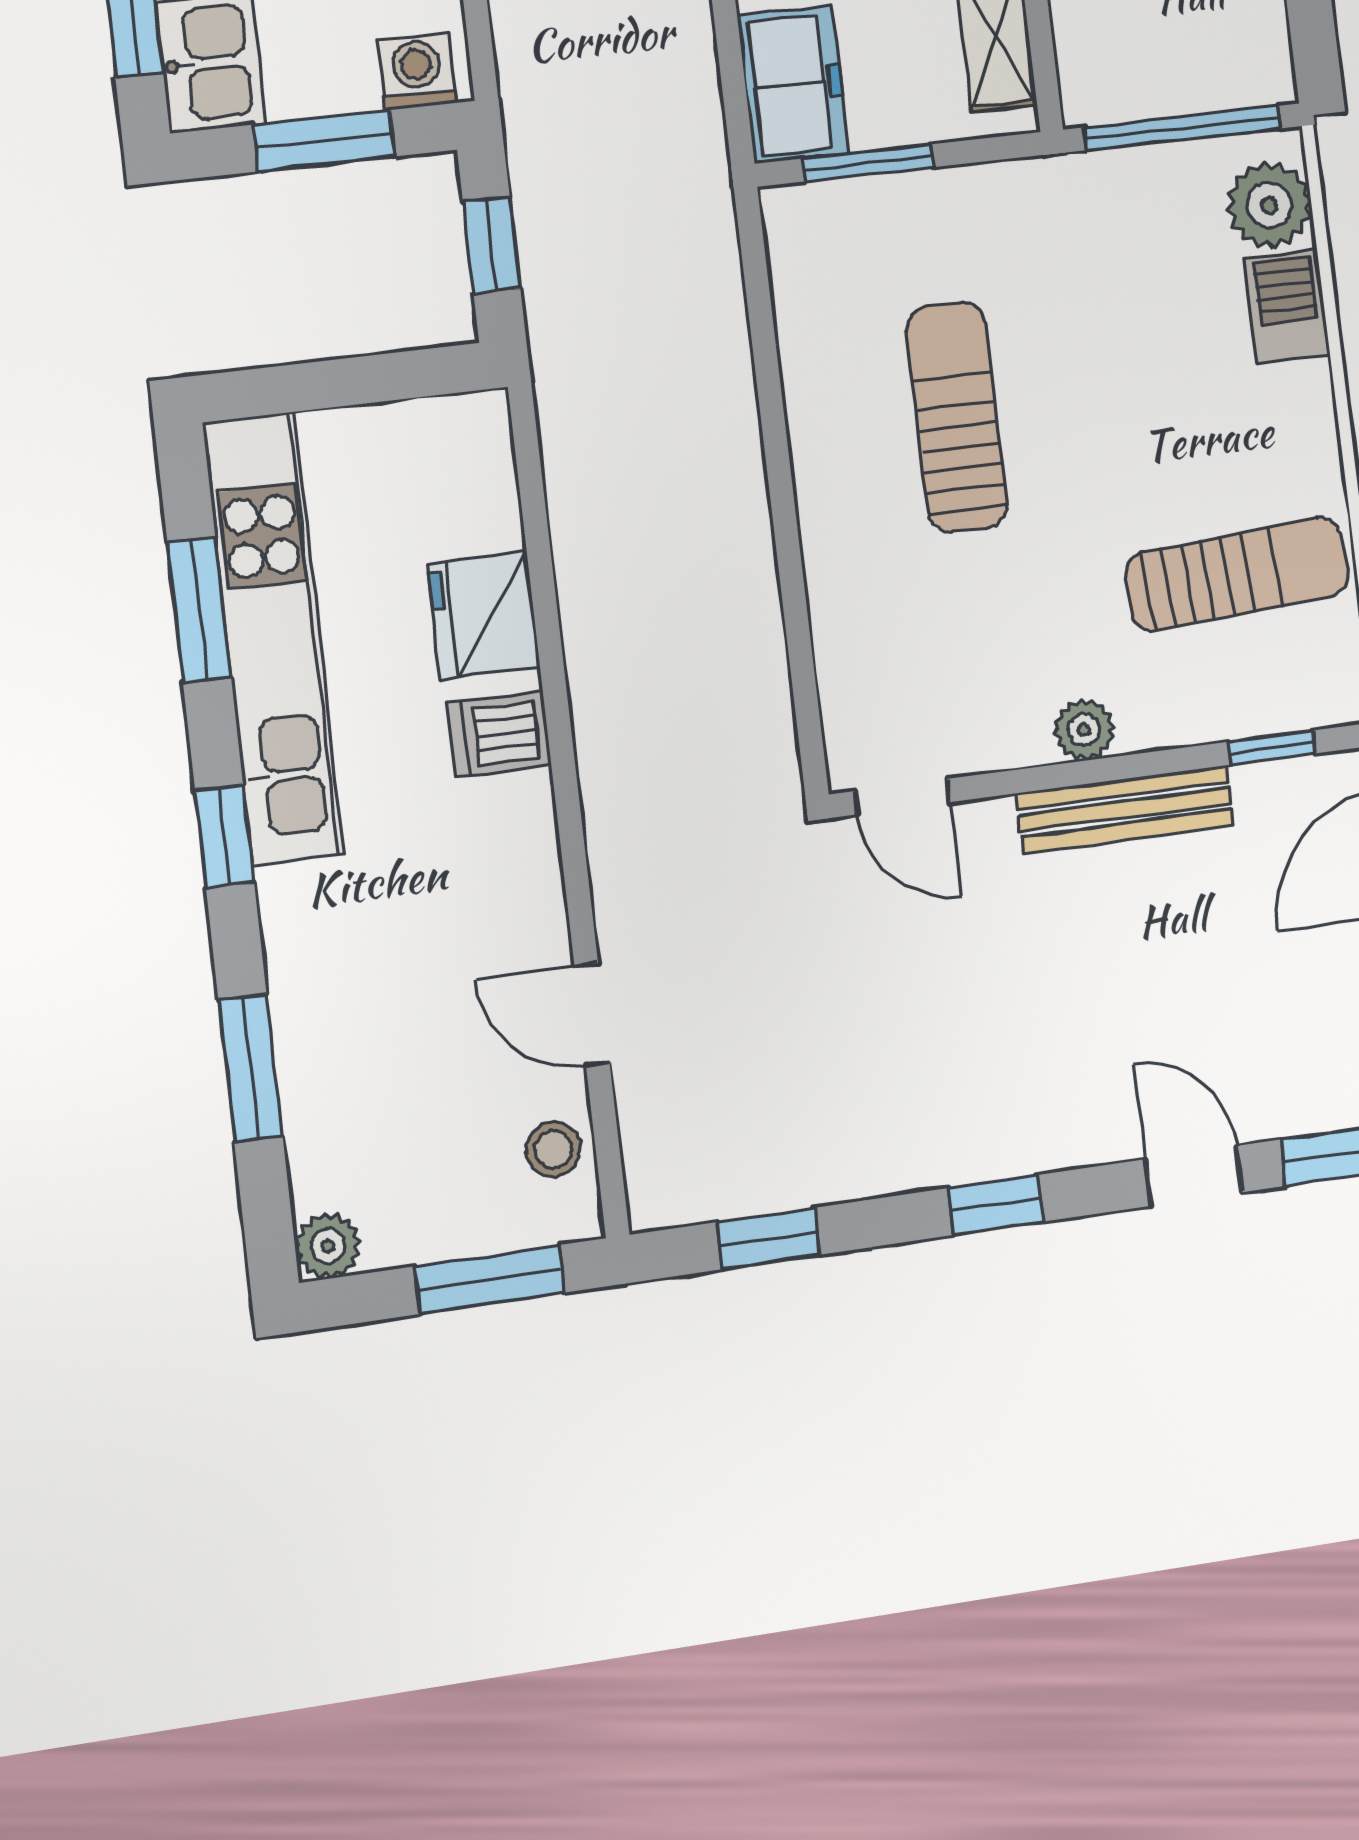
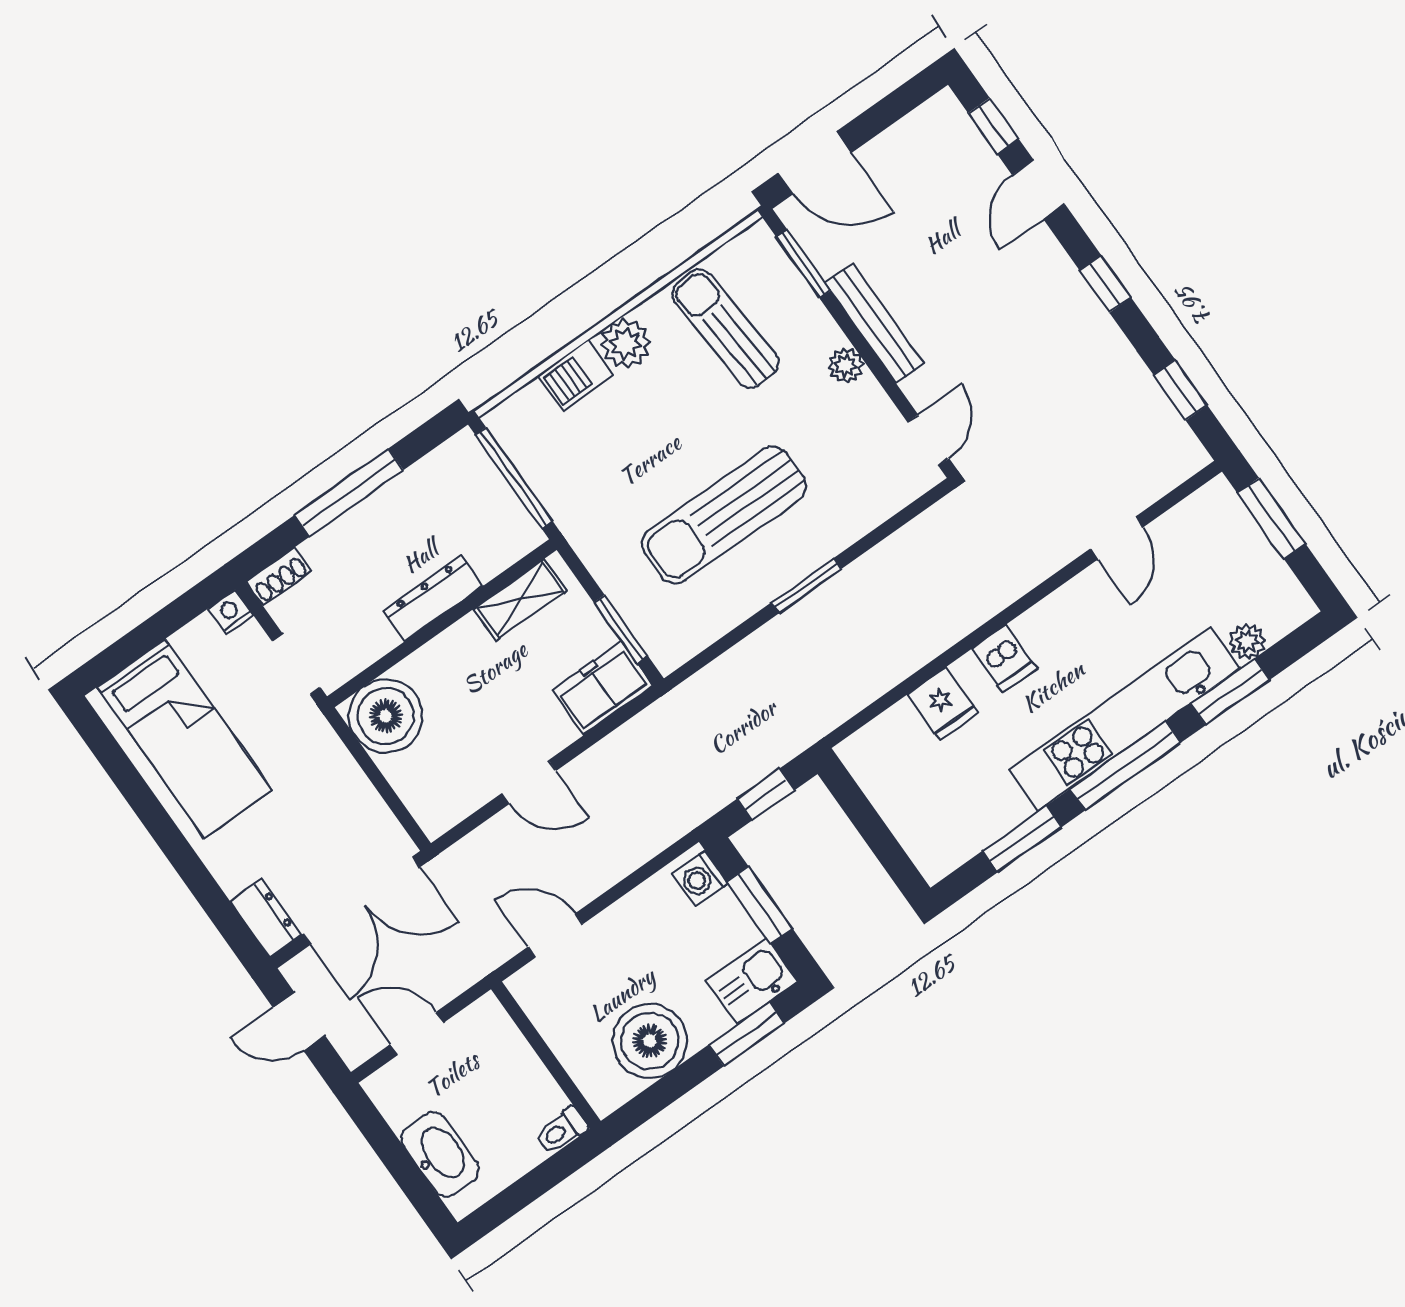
plant: (1269, 205) -> (626, 344), moved
sun lounger: (957, 417) -> (724, 515), width x1.36, depth x1.34
window: (781, 485) -> (806, 586), added
fridge: (484, 616) -> (943, 704), width x0.72
kitchen unit: (273, 638) -> (1124, 719), moved
window: (1272, 748) -> (803, 264), width x1.50
window: (225, 836) -> (1125, 766), width x2.17
stool: (553, 1149) -> (1192, 521), removed
plant: (328, 1246) -> (1247, 641), moved

